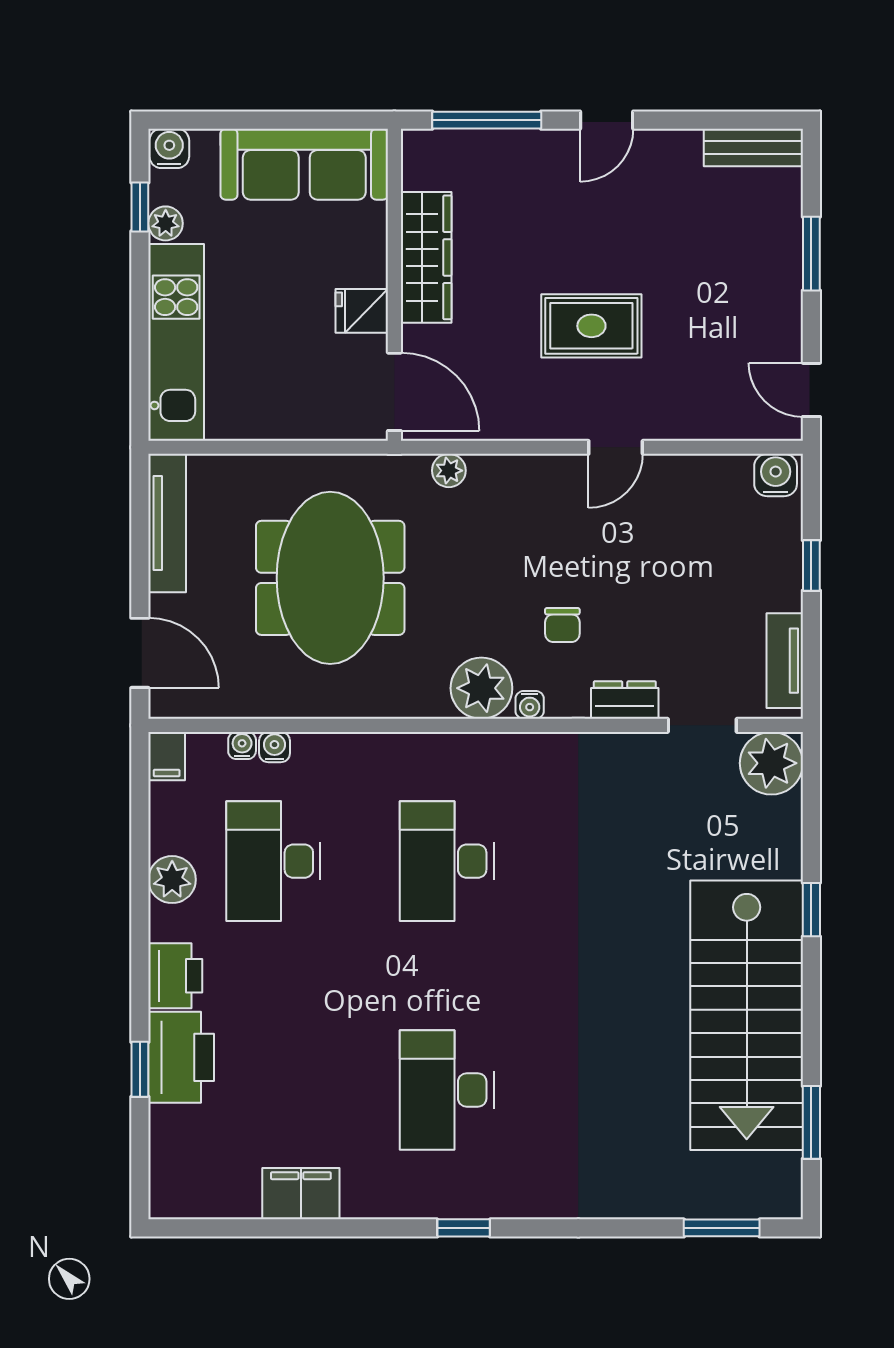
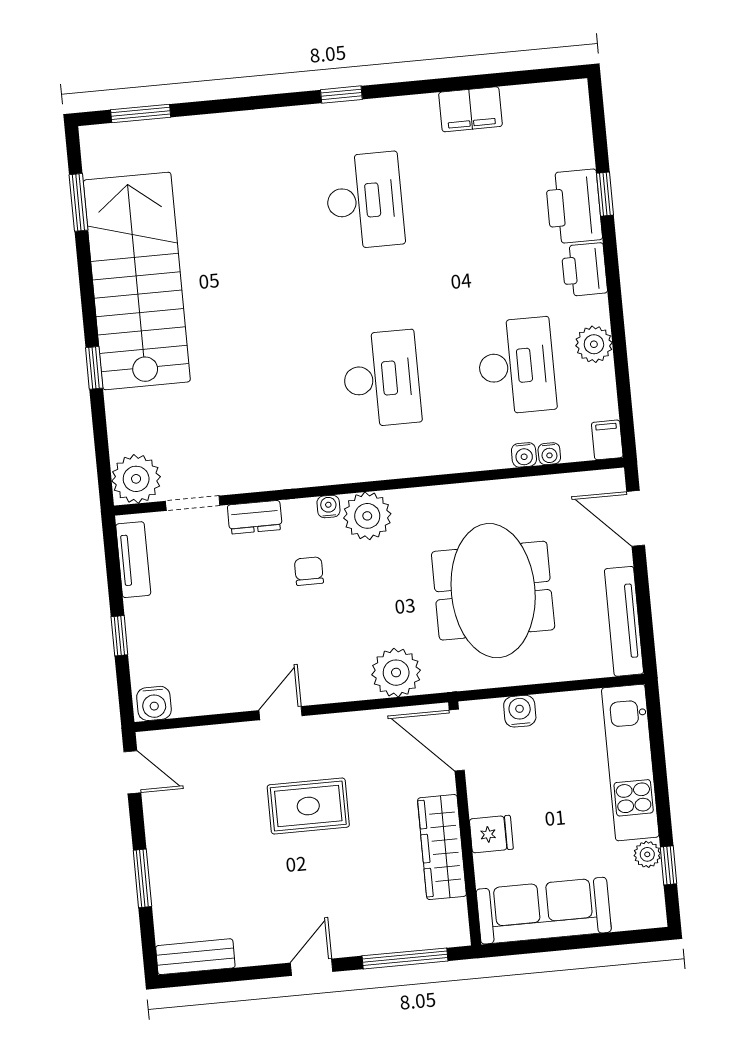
water cooler: (169, 148) -> (520, 711), moved, turned 180
fridge: (362, 311) -> (491, 834), moved
plant: (449, 471) -> (396, 673), width x1.87, depth x1.87

